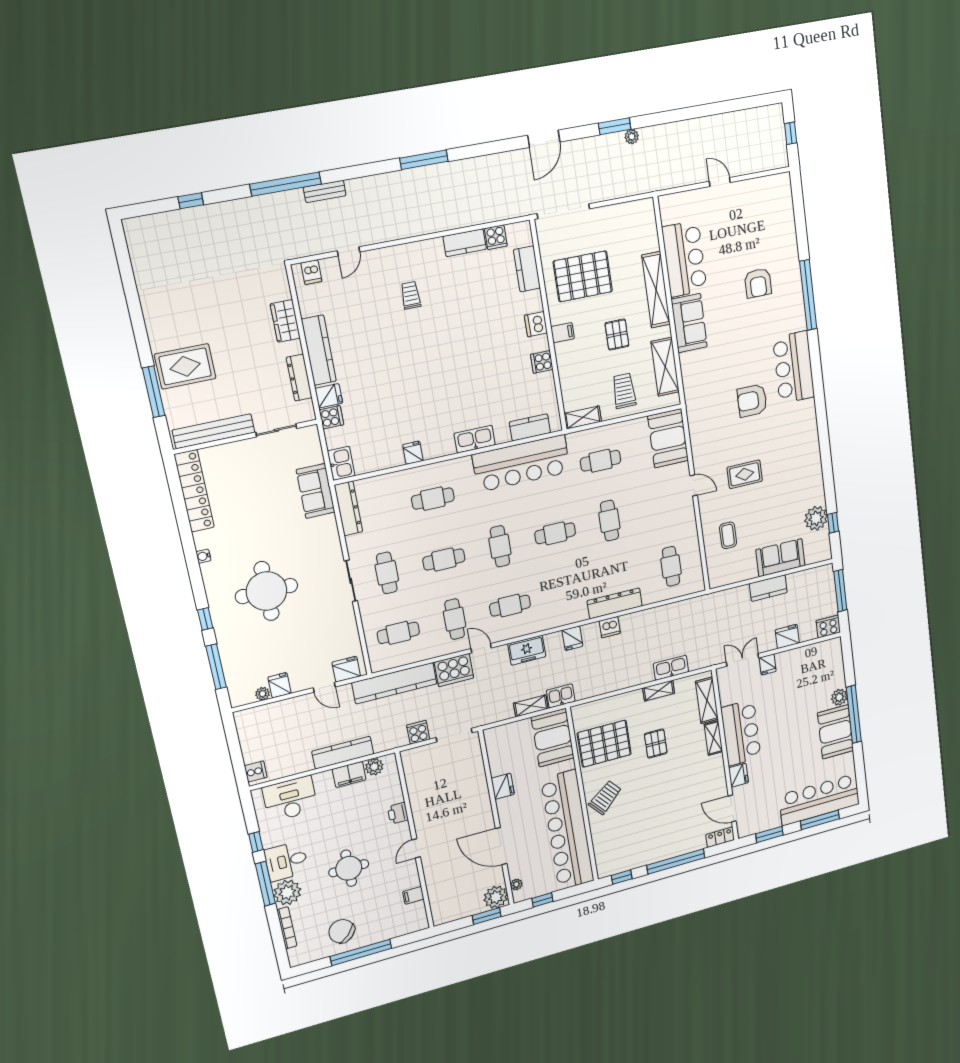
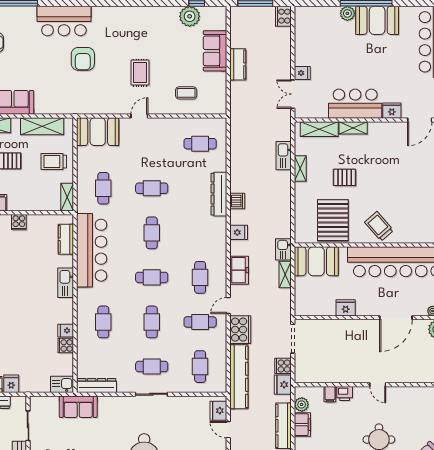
cooker: (331, 417) -> (66, 346), moved, turned -90
fridge: (787, 636) -> (283, 385), moved
door: (324, 687) -> (228, 430), swing flipped
filing cabinet: (413, 895) -> (330, 394), moved

